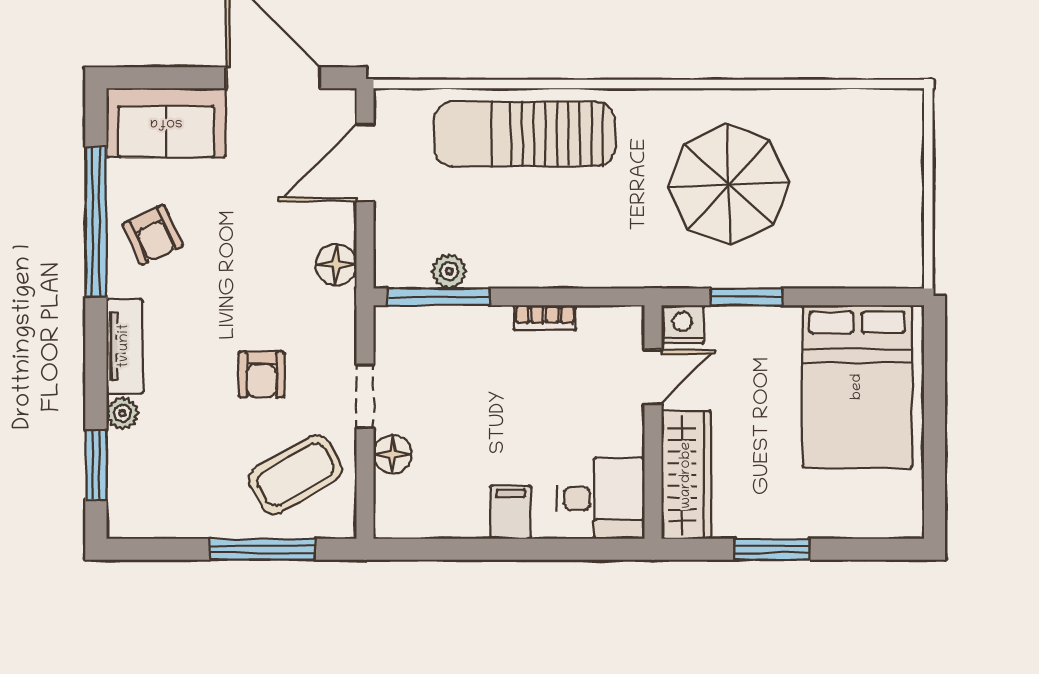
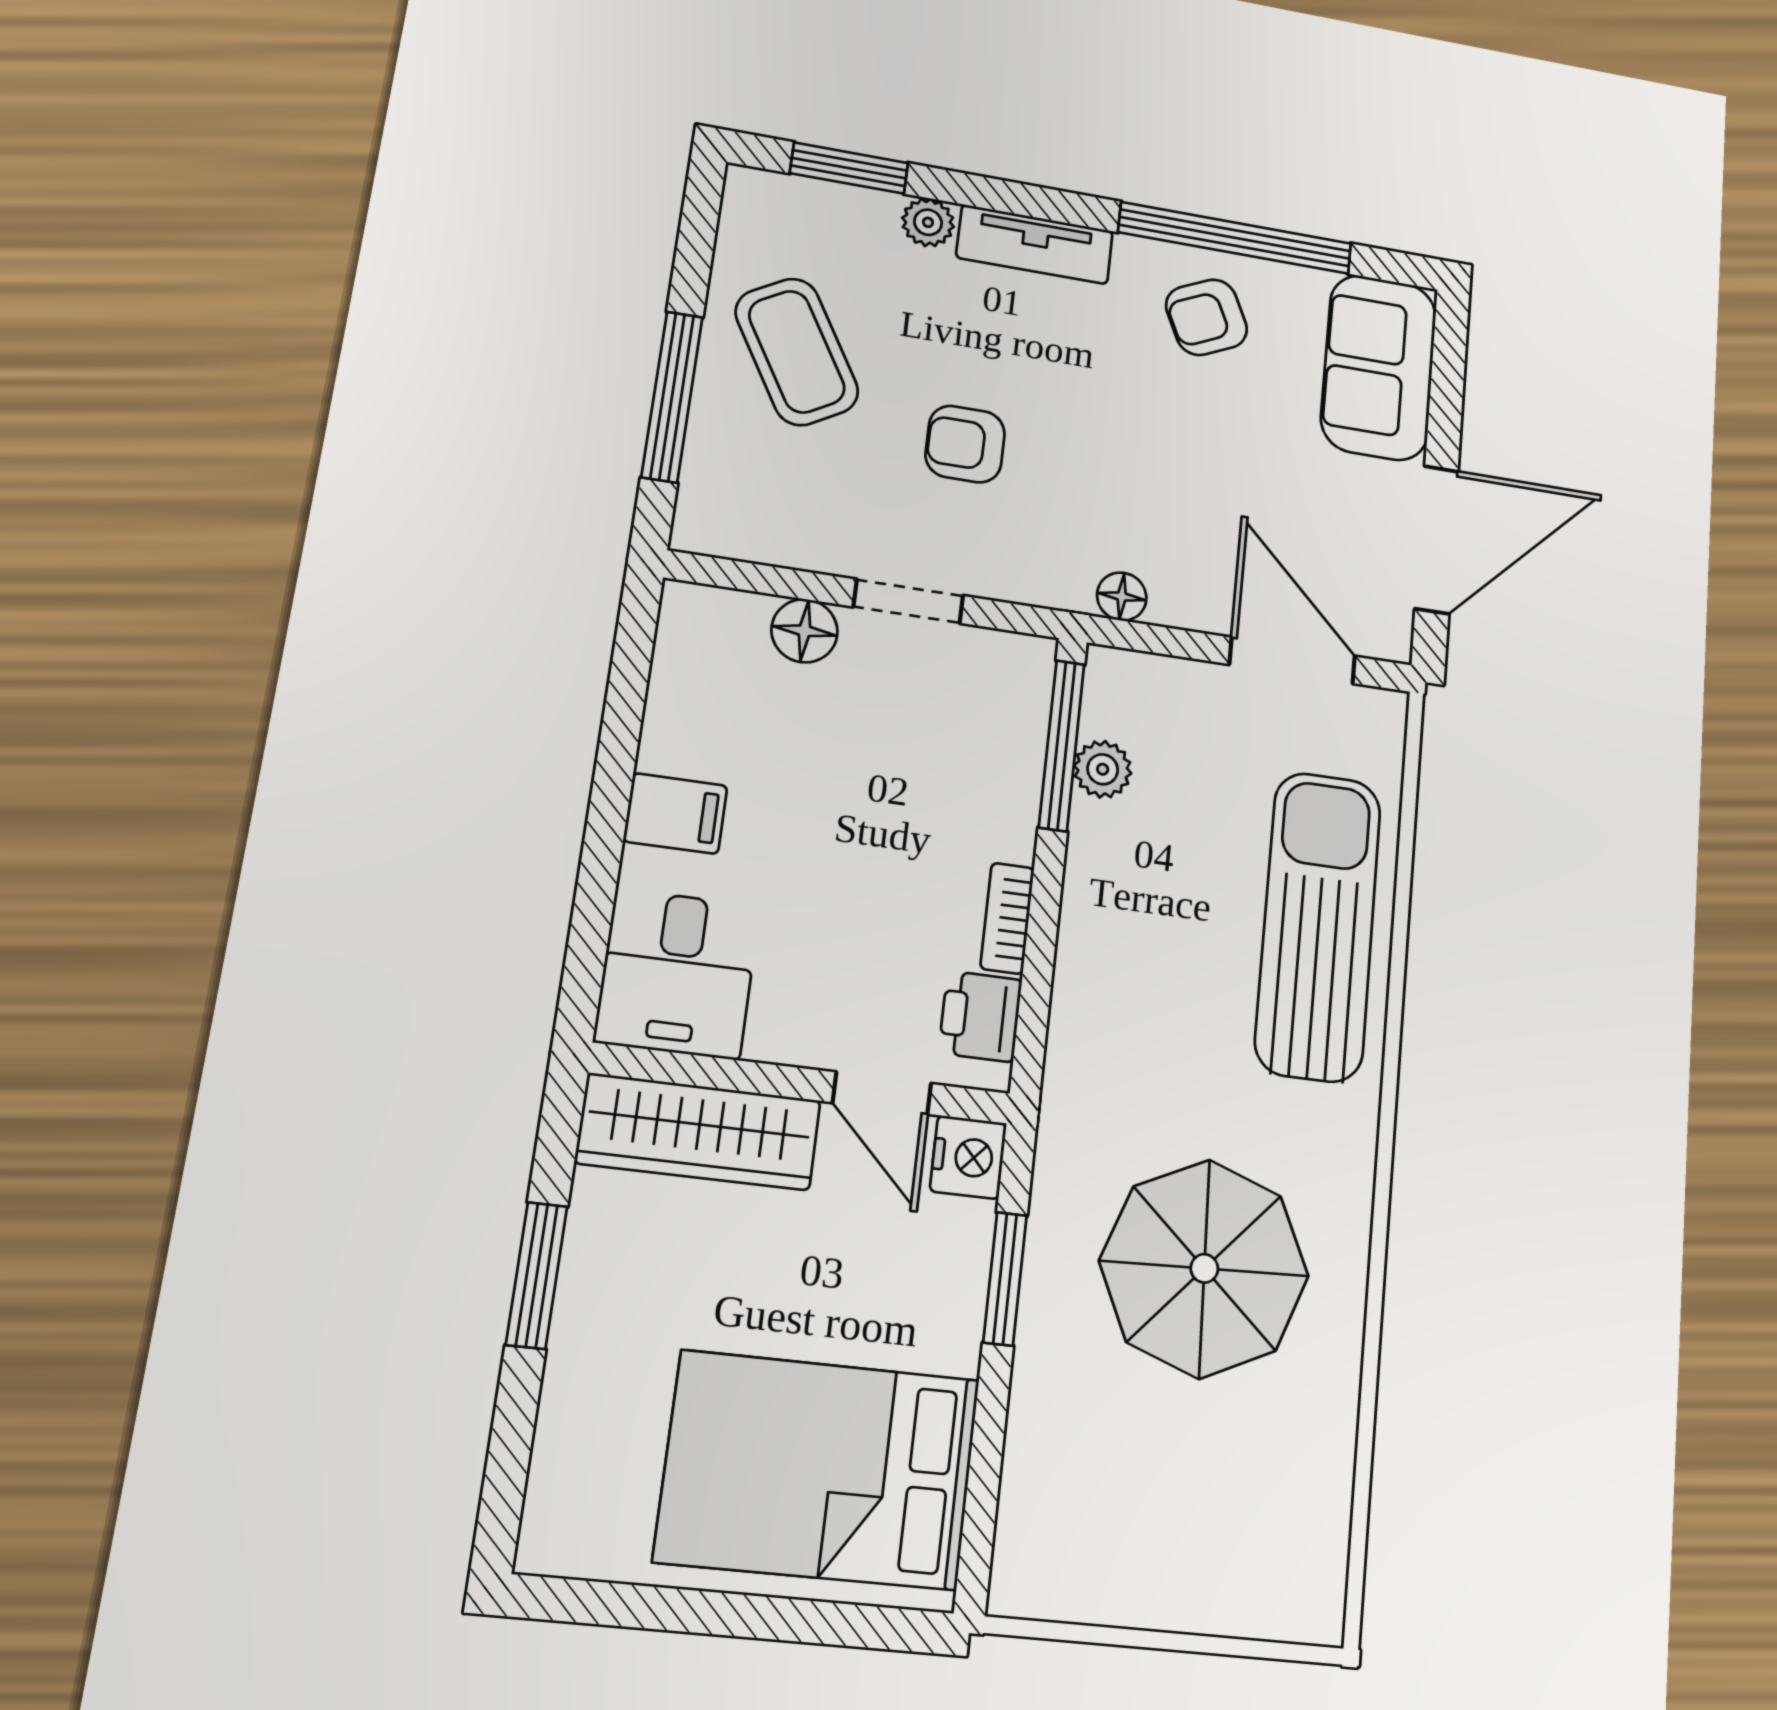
floor lamp: (336, 265) -> (1122, 597), width x0.73, depth x0.73
printer: (603, 327) -> (980, 1016), added
coffee table: (295, 474) -> (797, 352), moved

